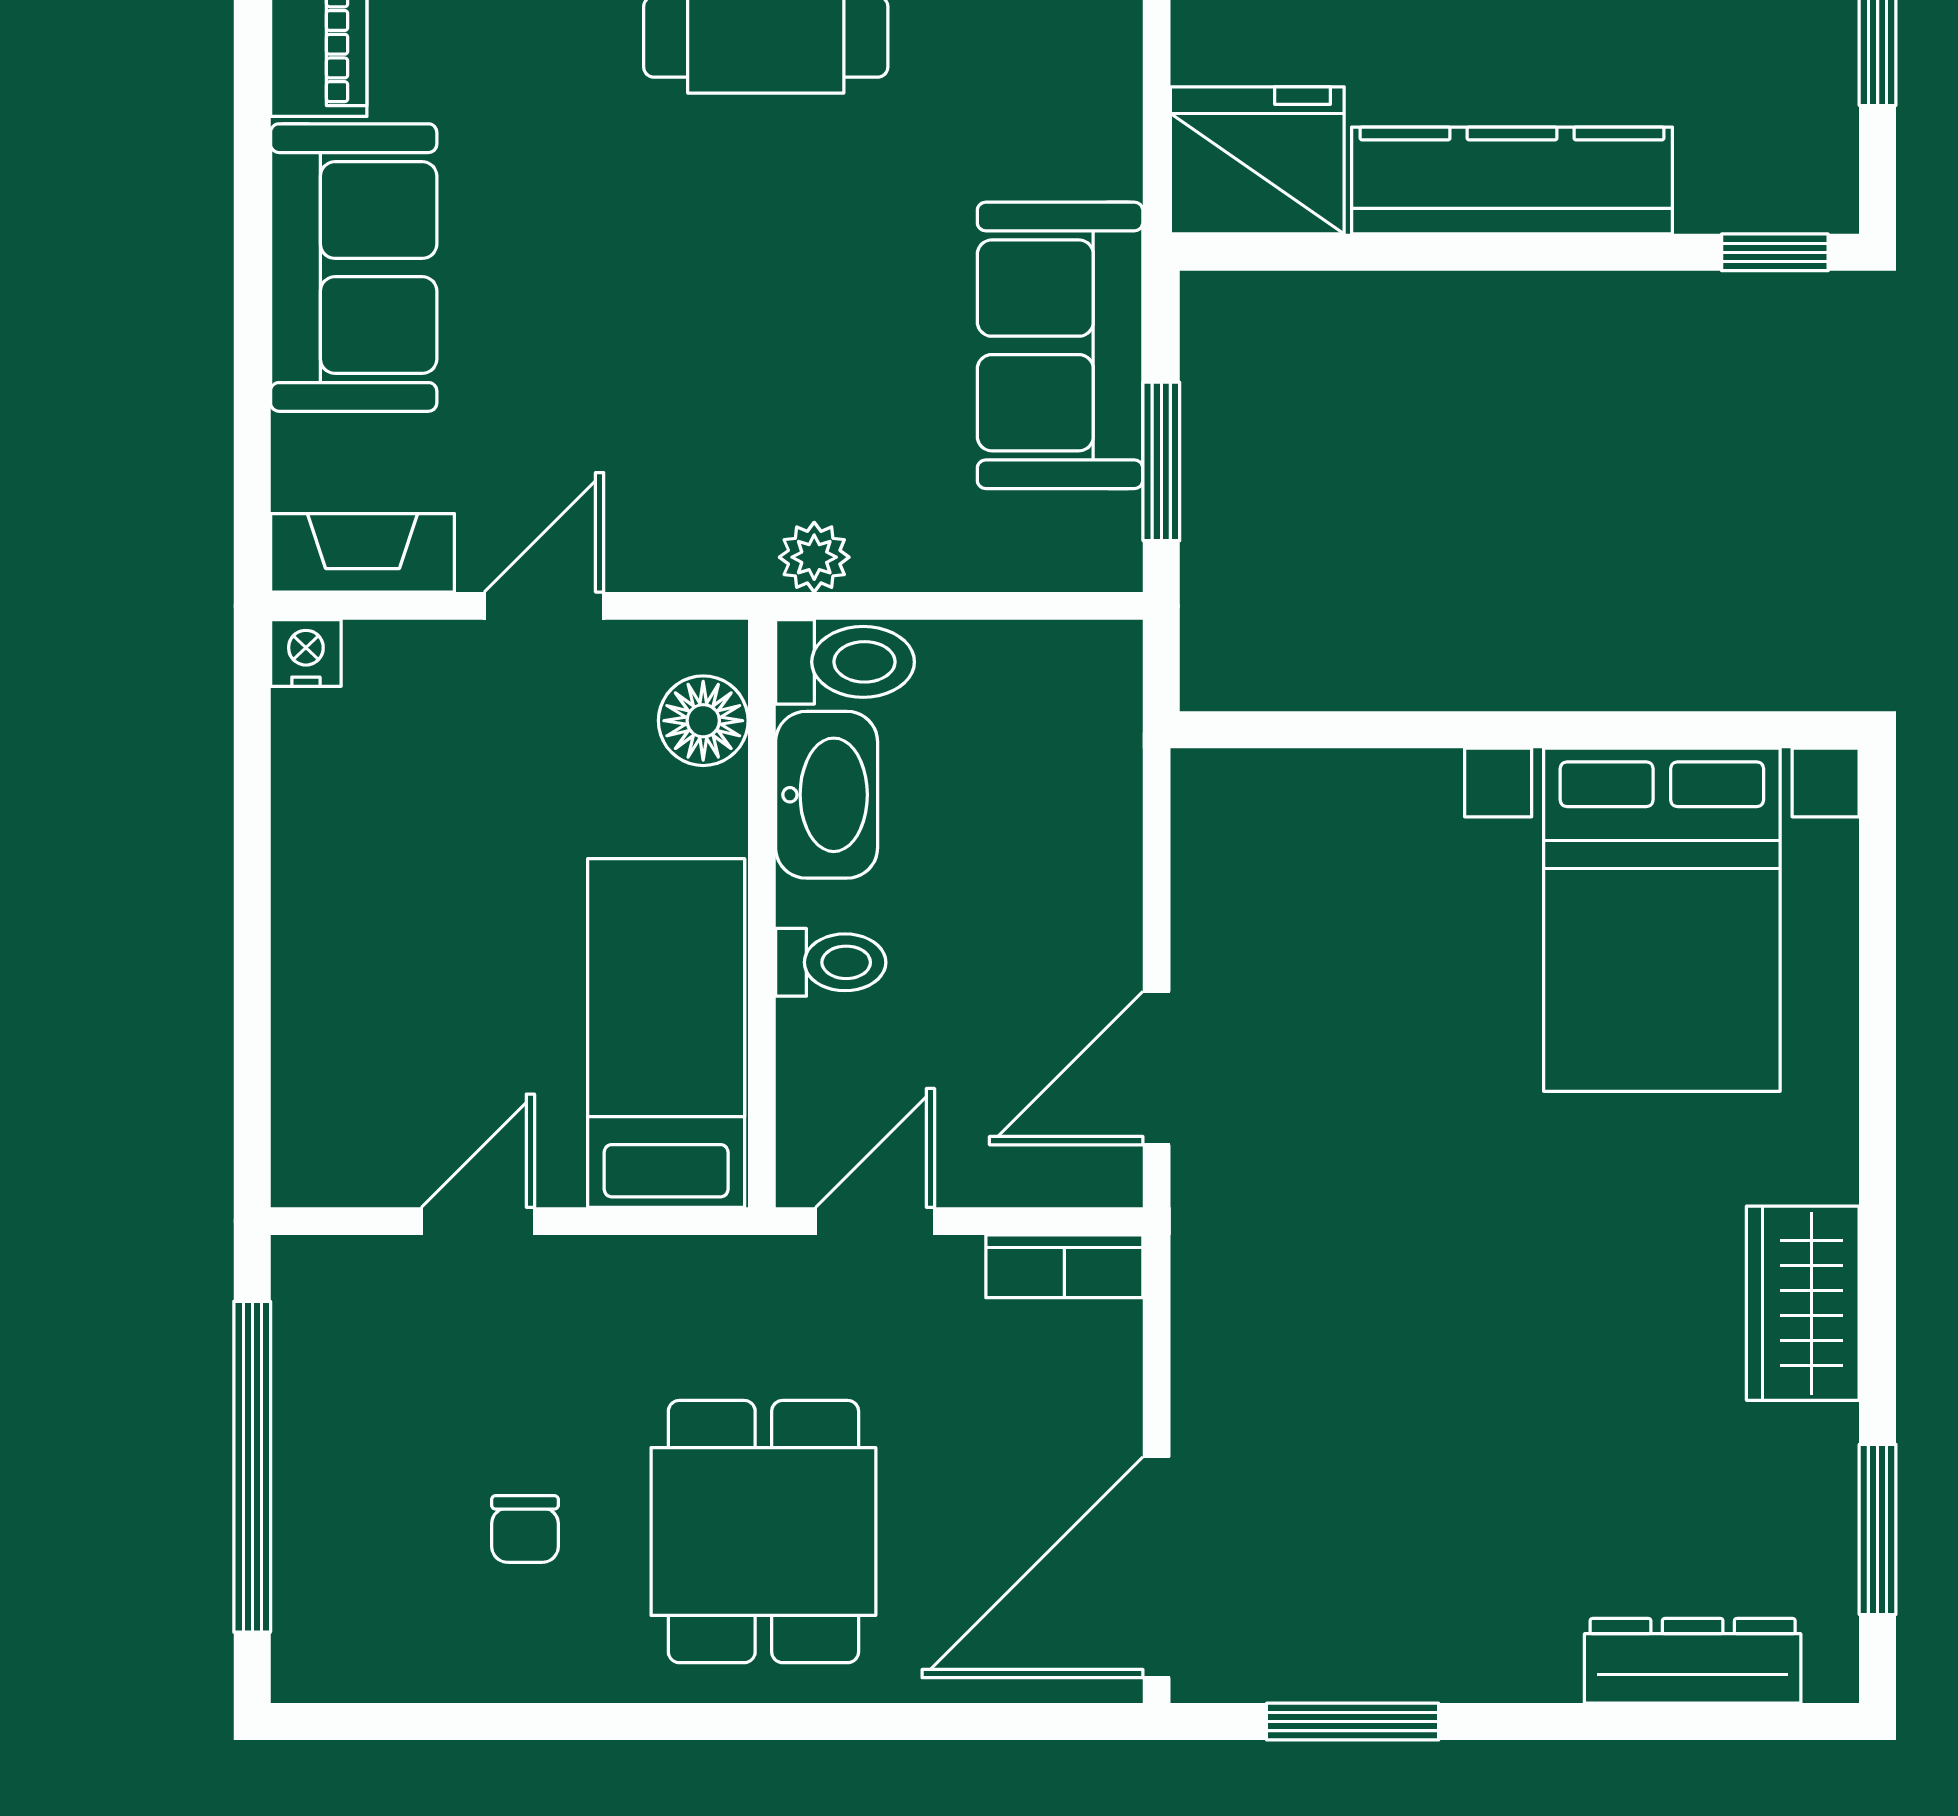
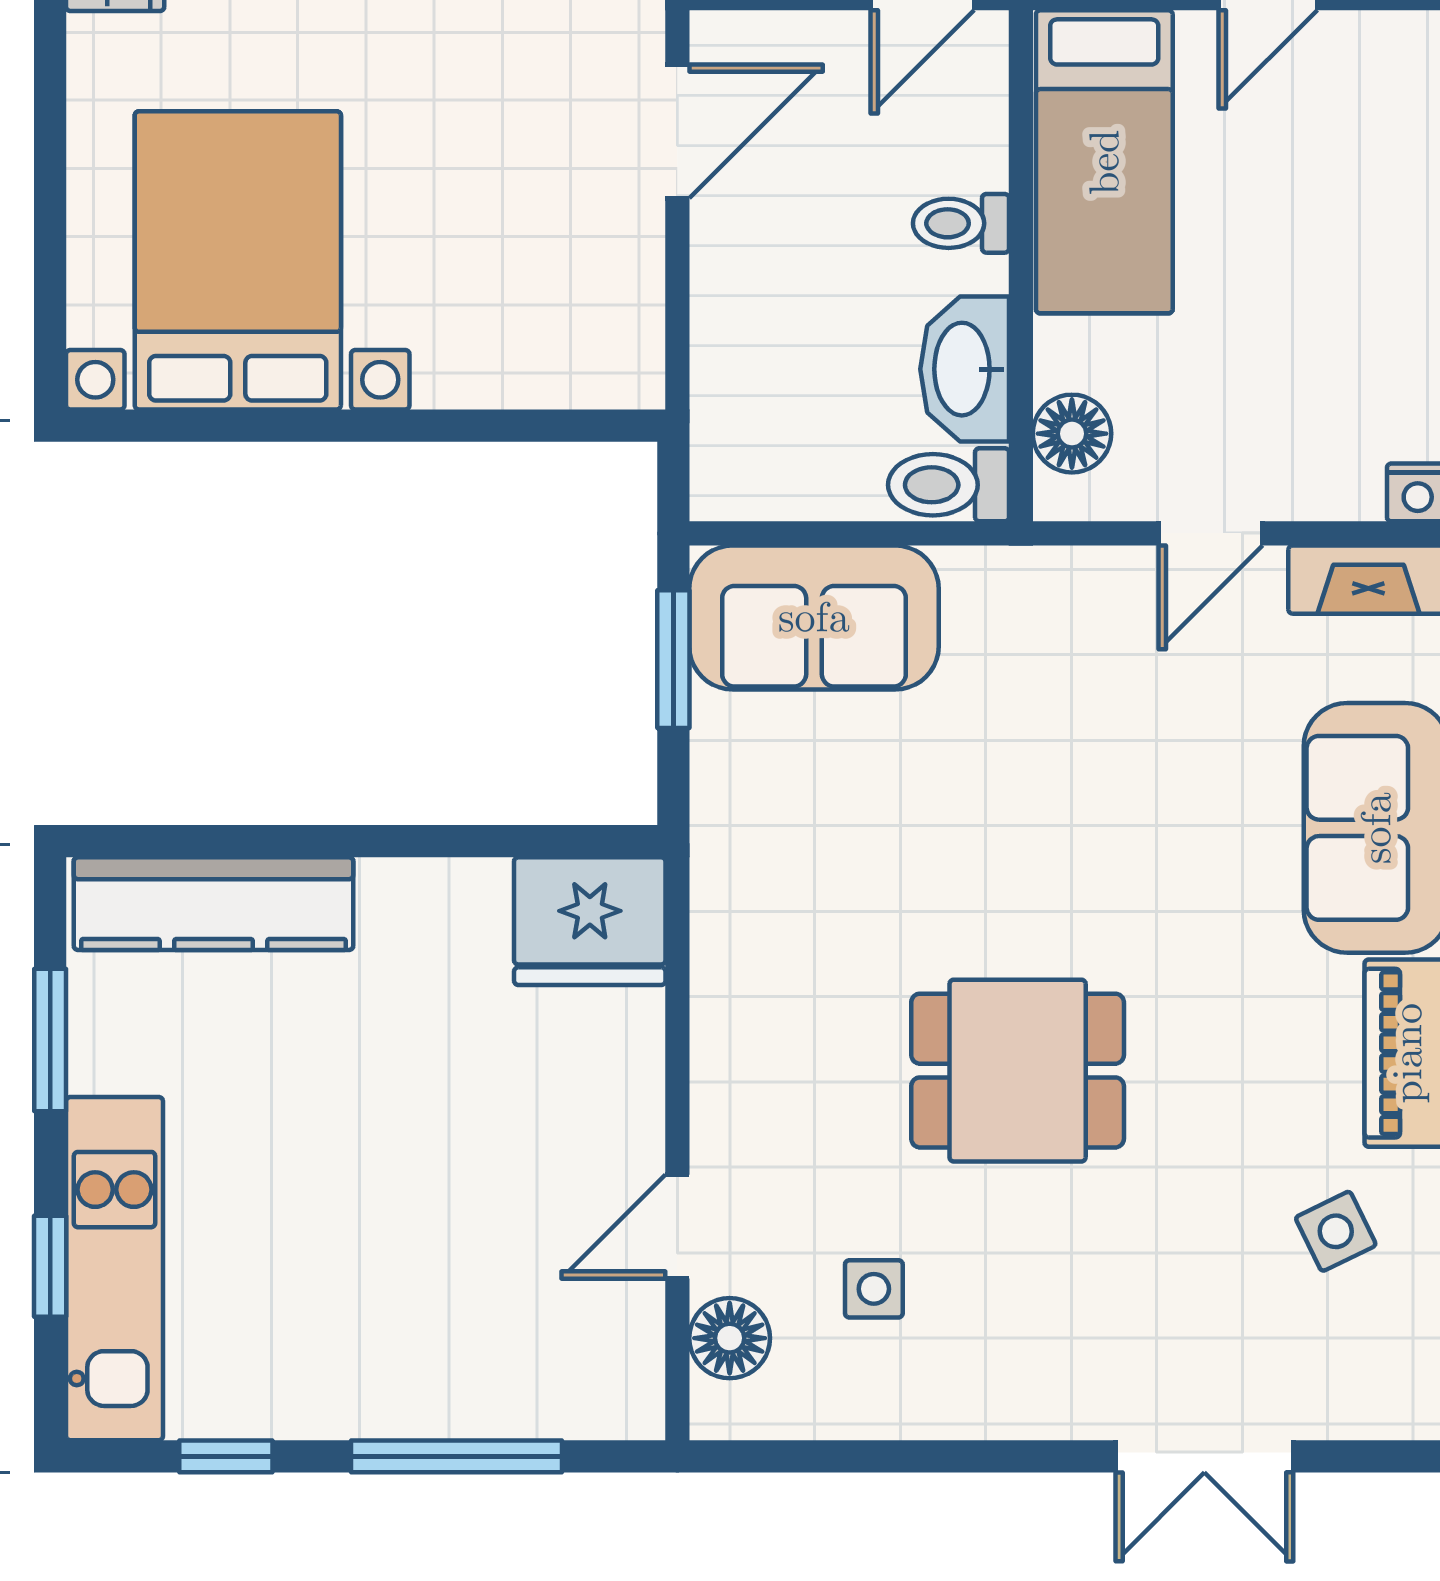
kitchen counter: (1512, 180) -> (213, 904), moved
window: (1775, 252) -> (139, 841), removed
sofa: (1060, 345) -> (814, 617), moved, turned 90
plant: (814, 557) -> (975, 576), removed

